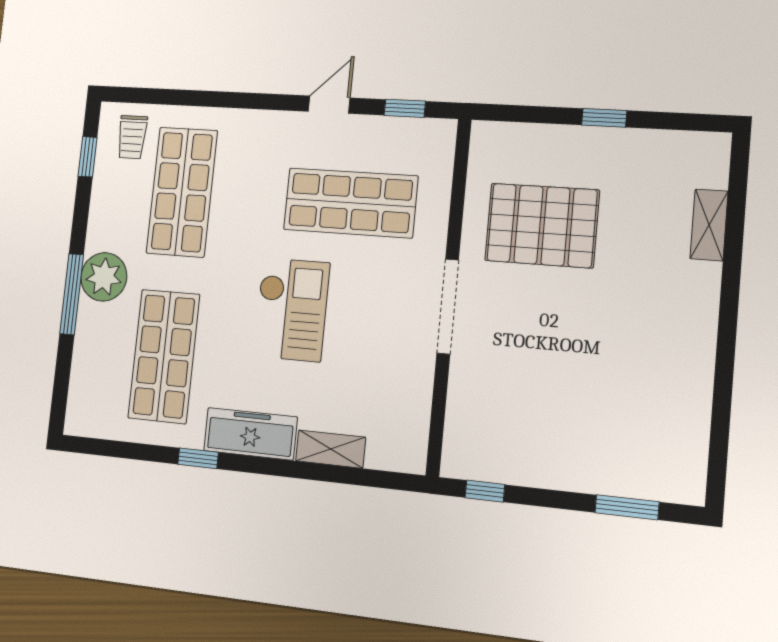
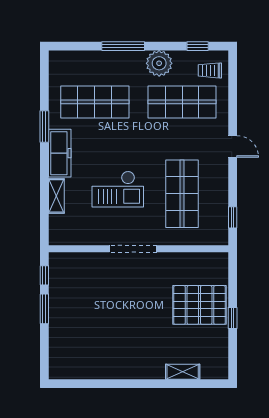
door: (329, 105) -> (233, 146), moved
pallet: (542, 225) -> (200, 305), moved, turned 90
plant: (104, 277) -> (159, 63), moved
checkout: (291, 310) -> (118, 189), moved
window: (198, 458) -> (44, 127), width x1.50
window: (627, 507) -> (44, 309), moved

